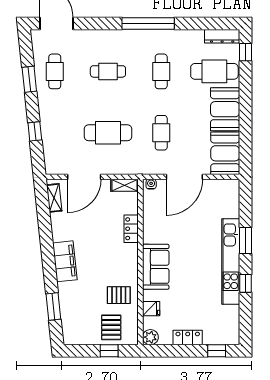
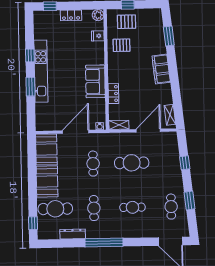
dresser: (222, 36) -> (73, 234), moved
sofa: (156, 267) -> (95, 81), moved
pallet: (111, 327) -> (127, 22), turned 90

